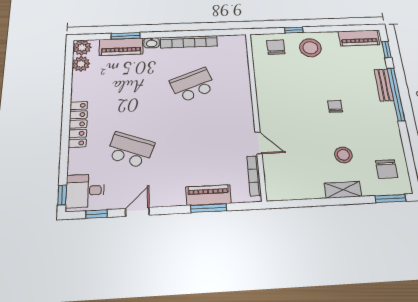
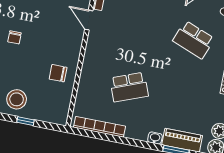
bookcase: (189, 42) -> (99, 127), moved
chair: (276, 47) -> (58, 73), moved, turned 90

